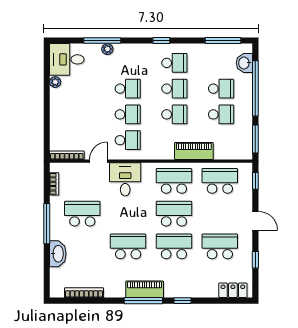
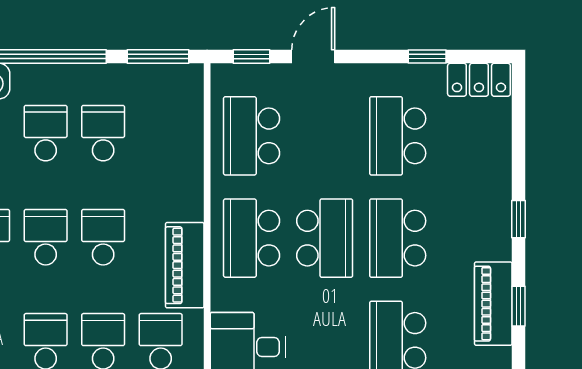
piano: (194, 151) -> (185, 265), moved
school desk: (174, 214) -> (325, 238), turned 180
door: (255, 221) -> (313, 57), moved
locker: (233, 290) -> (479, 80), moved, turned -90
window: (143, 301) -> (518, 306), width x0.46

